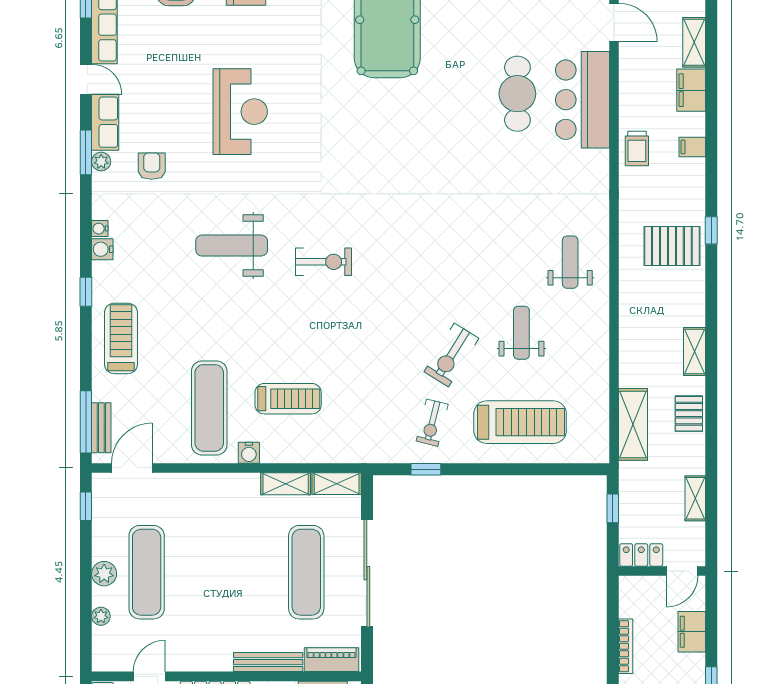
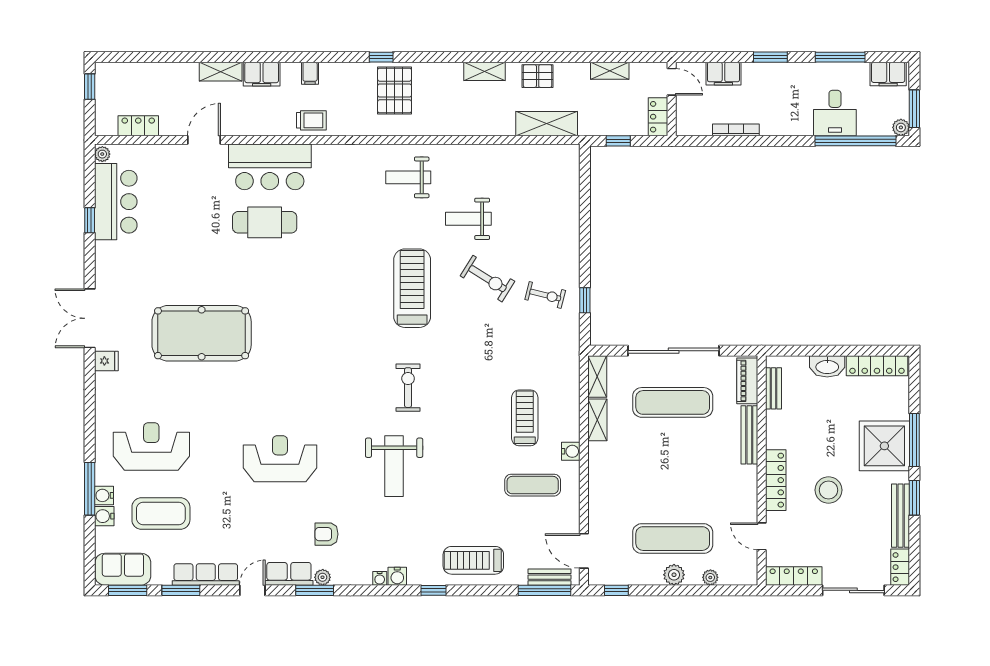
exercise mat: (209, 408) -> (533, 485), width x0.73, depth x0.69
treadmill: (520, 422) -> (412, 288), moved

